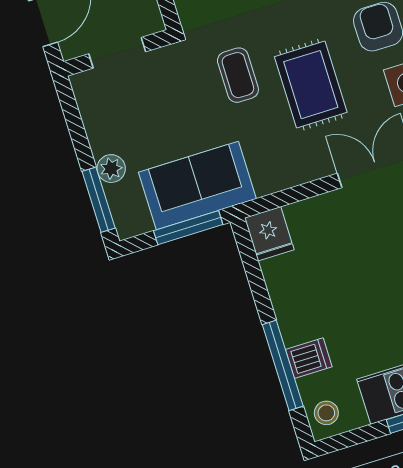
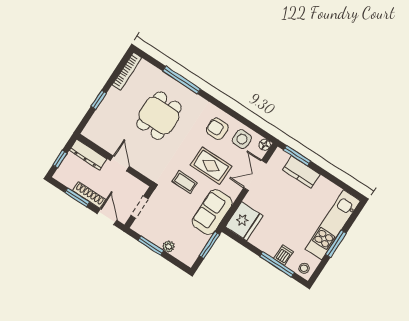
sofa: (197, 185) -> (212, 212), moved
window: (99, 200) -> (151, 246), moved
fridge: (269, 234) -> (244, 221), width x1.88, depth x1.34

